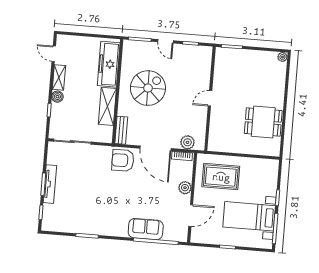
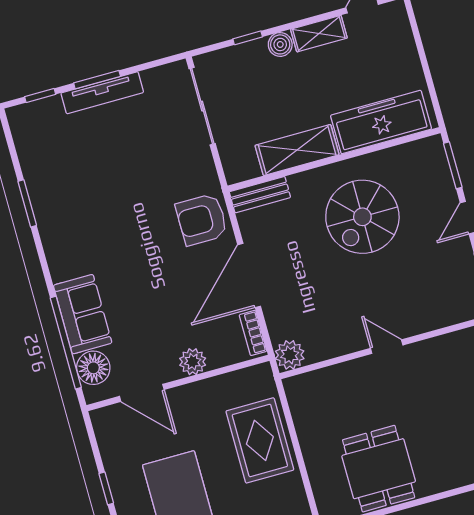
spiral stairs: (148, 88) -> (362, 217), turned 90
plant: (187, 142) -> (290, 355), moved
armchair: (123, 160) -> (202, 219), turned -90
rug: (221, 177) -> (260, 440), moved
floor lamp: (171, 233) -> (93, 368), added

